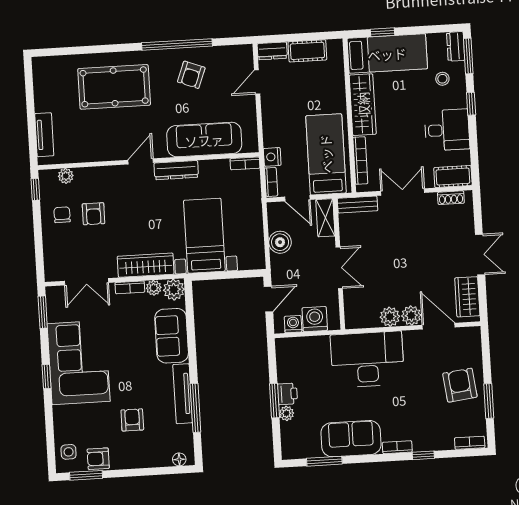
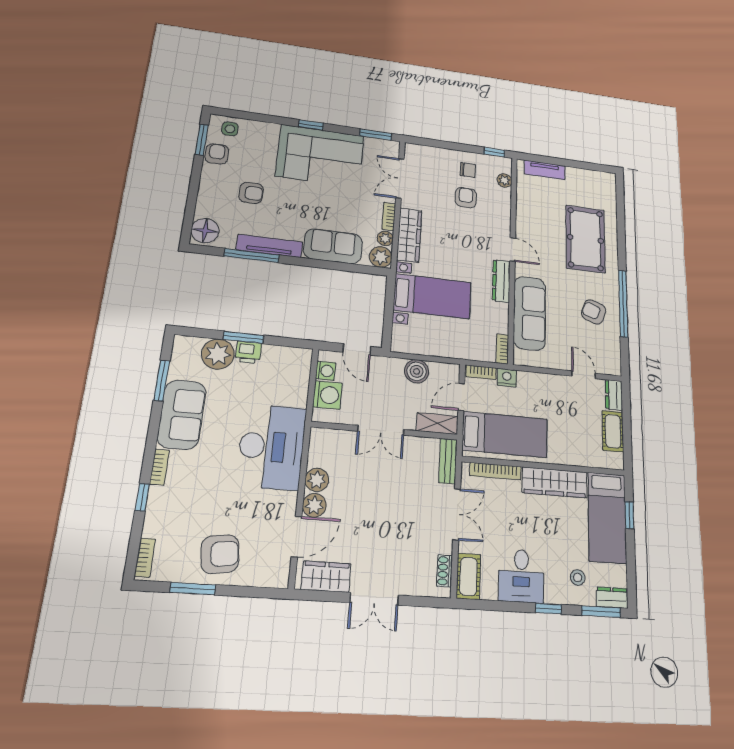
armchair: (93, 214) -> (466, 198), turned 90
plant: (286, 413) -> (218, 354), width x1.88, depth x1.88
floor lamp: (179, 459) -> (205, 231), width x1.89, depth x1.89

